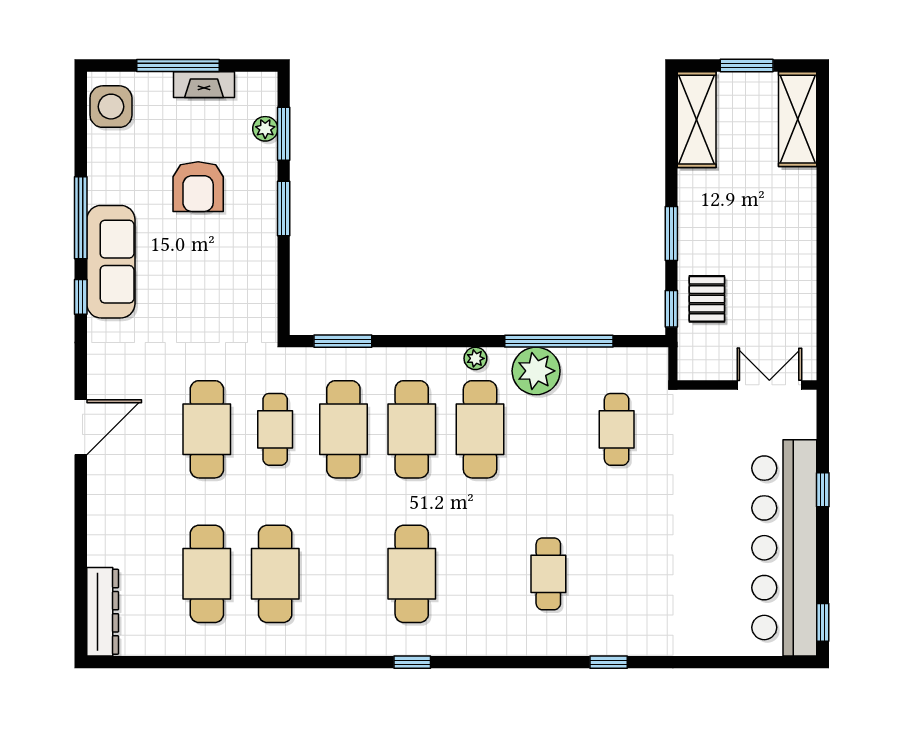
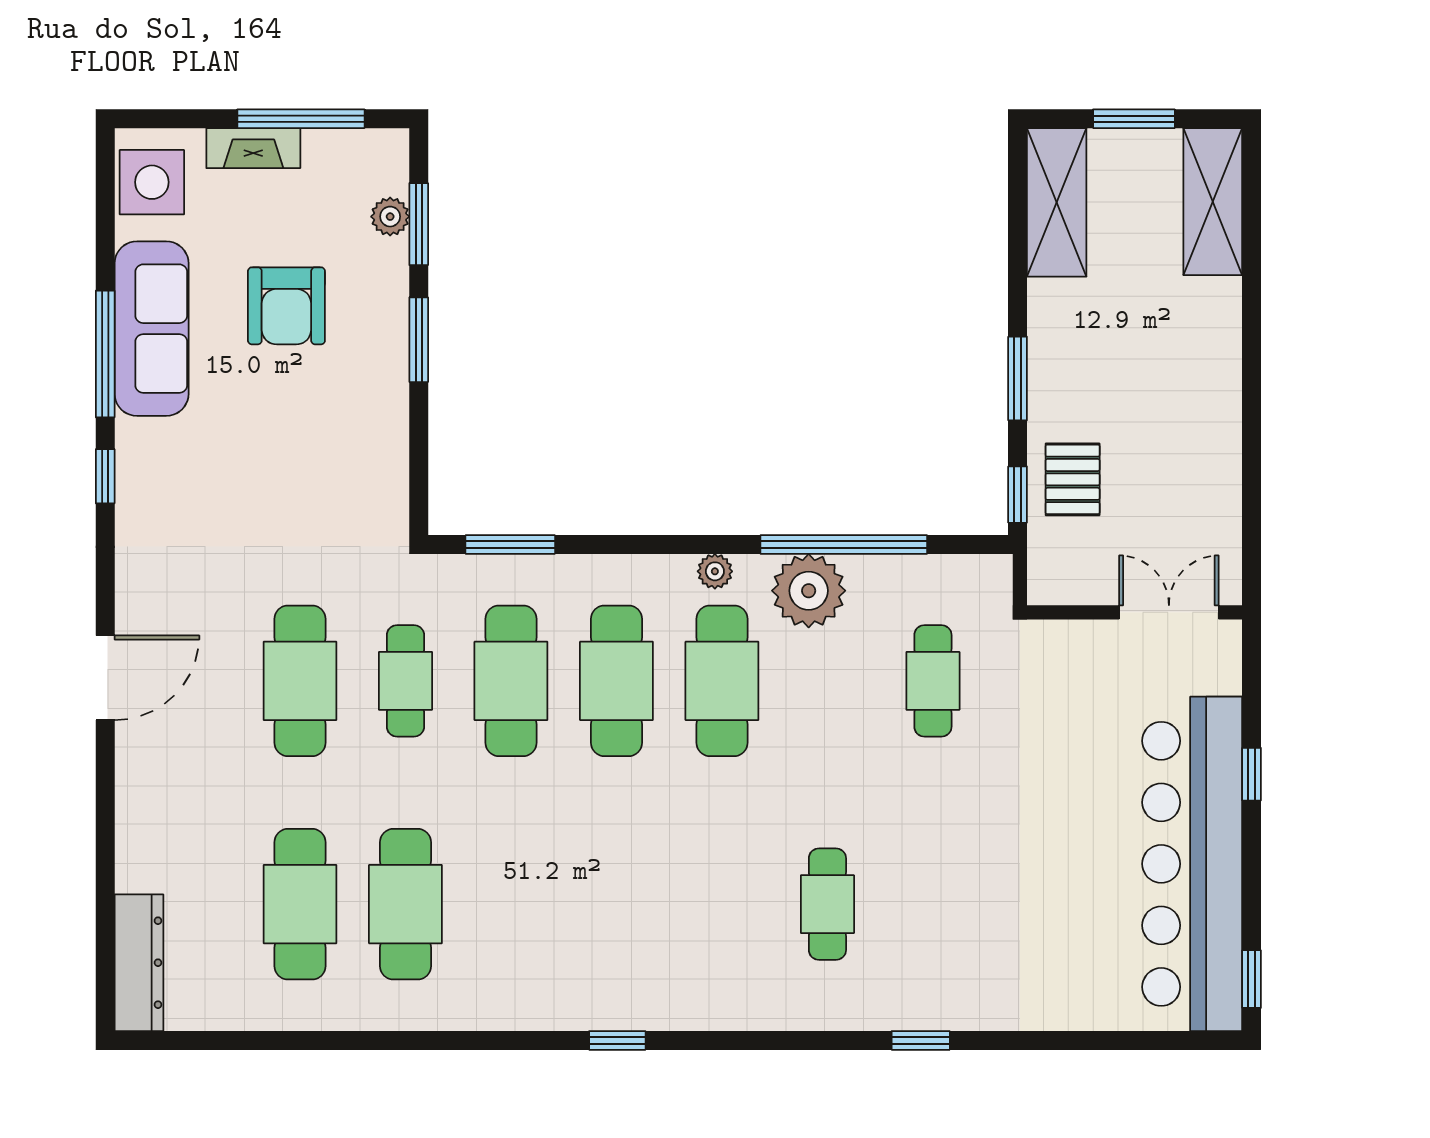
window: (178, 65) -> (301, 119), moved
fireplace: (204, 85) -> (253, 148), moved
sofa: (111, 262) -> (152, 329), moved
cafe table: (412, 574) -> (616, 904), removed

